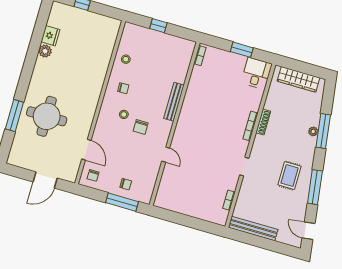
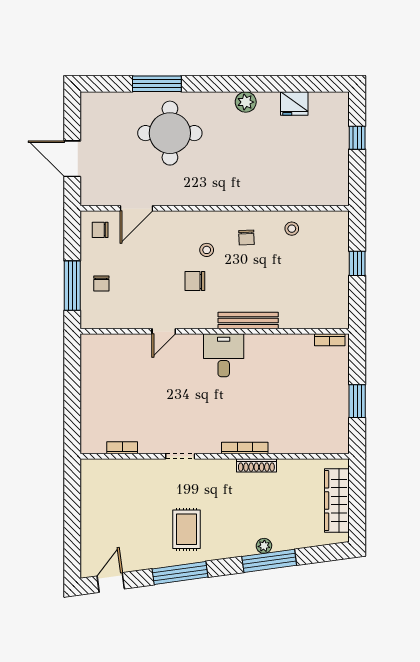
plant: (45, 51) -> (246, 102), moved
desk: (257, 73) -> (224, 355), moved, turned -90
rug: (290, 176) -> (186, 529), turned 90
bench: (253, 229) -> (90, 497), removed

